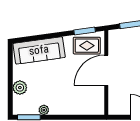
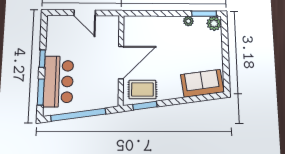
sofa: (39, 50) -> (202, 83), width x0.73
plant: (20, 88) -> (214, 23), moved

